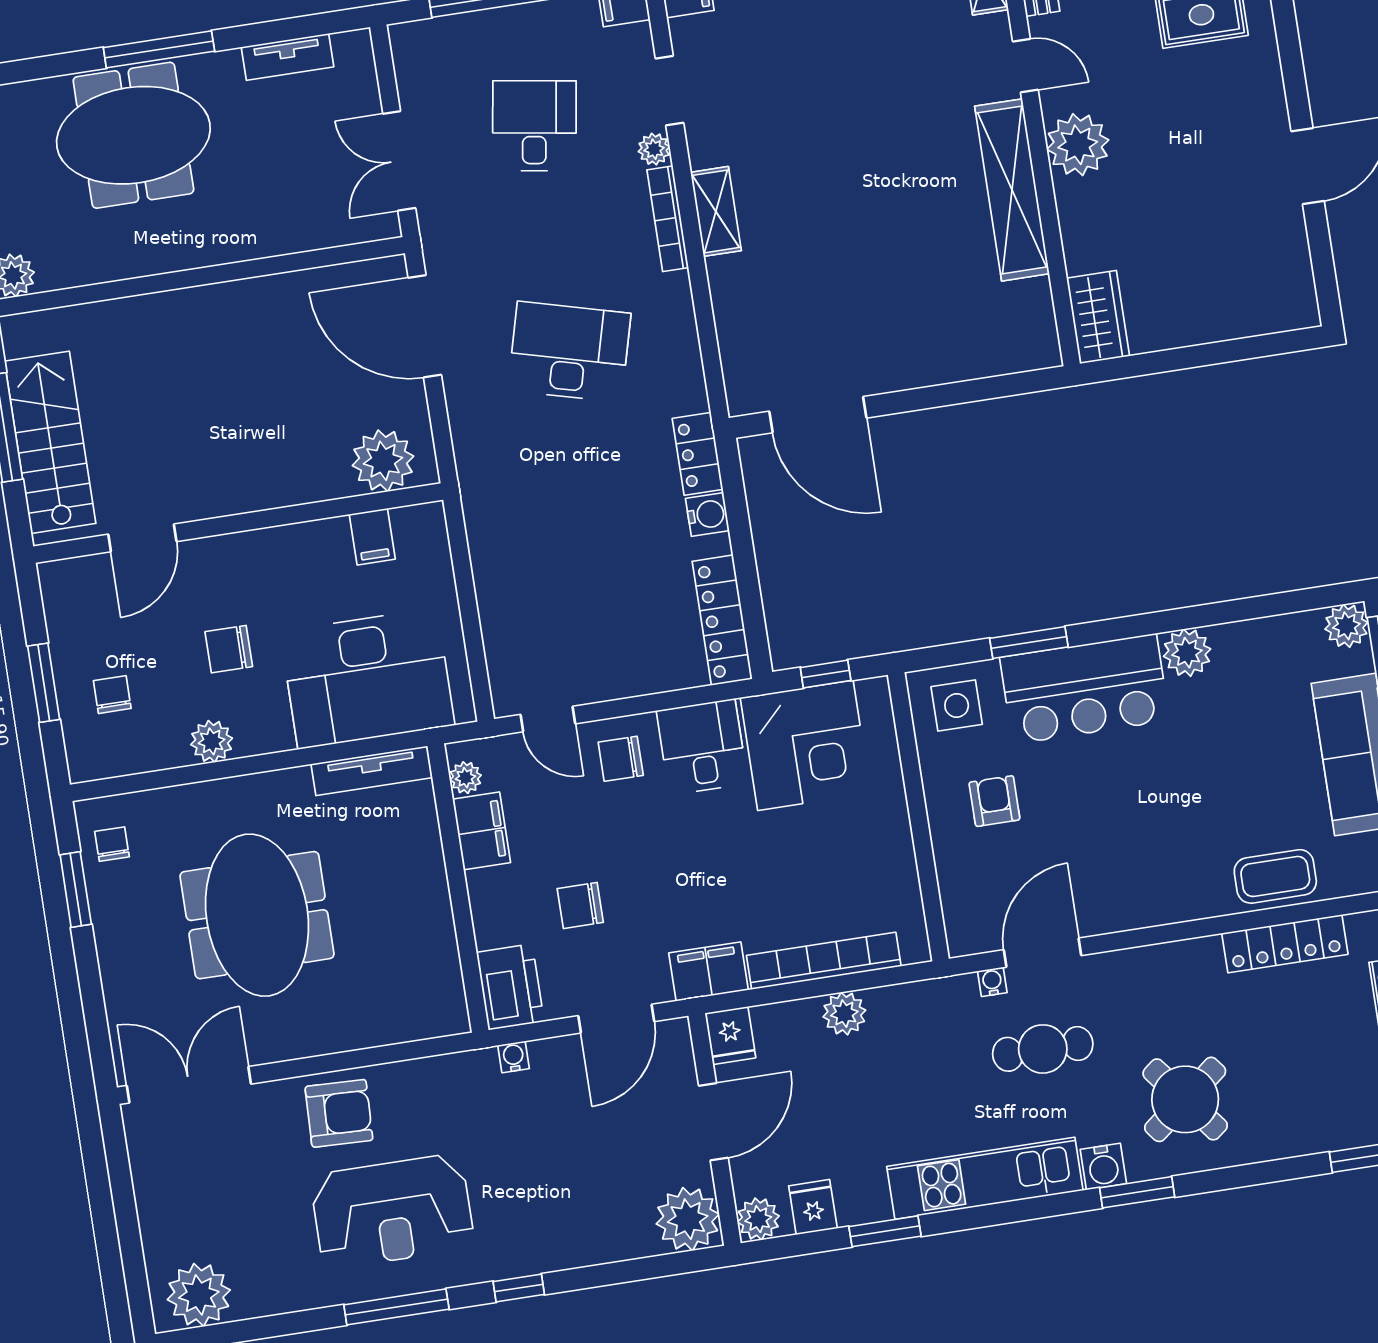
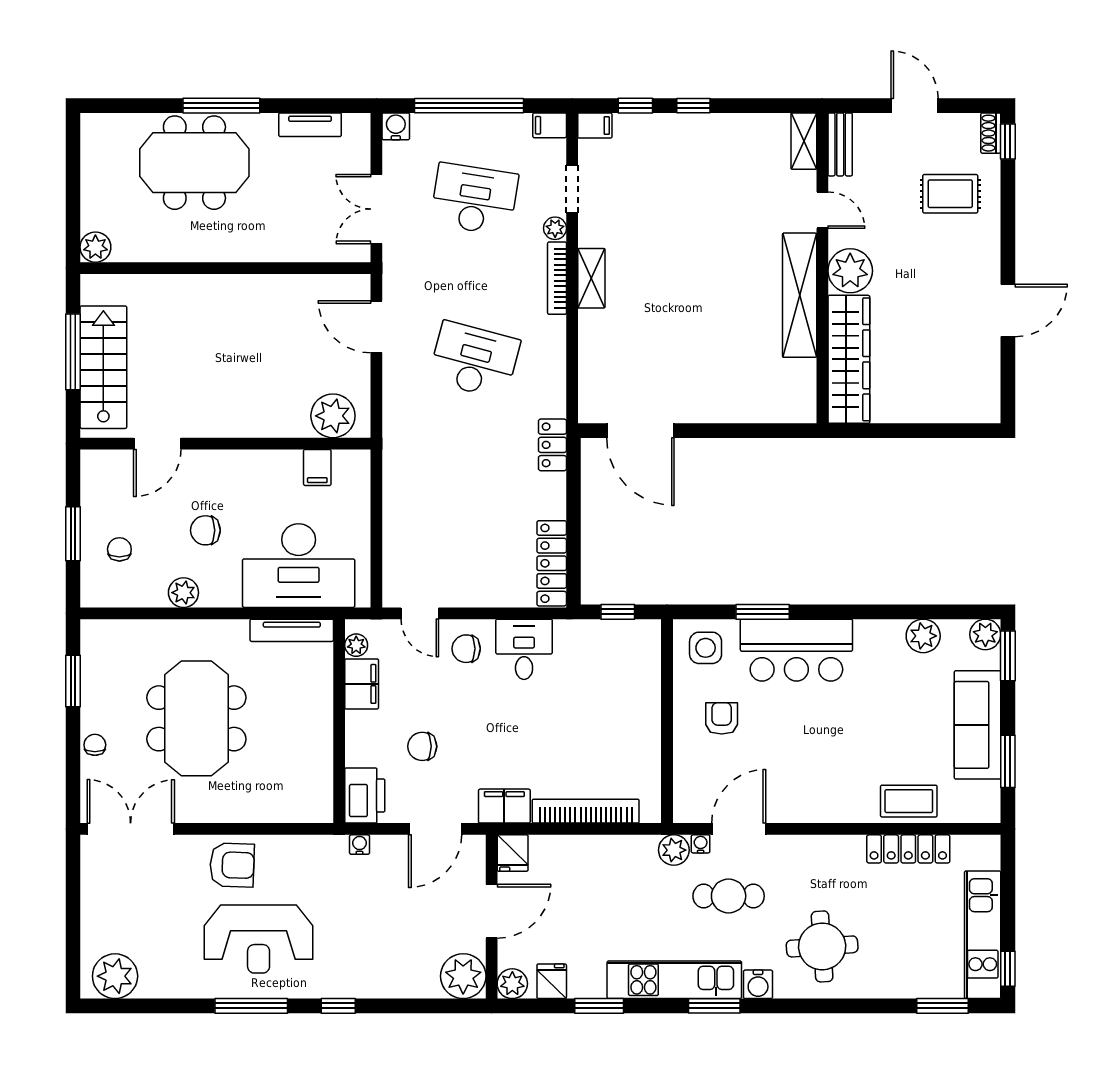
desk: (534, 126) -> (474, 199), width x1.37
wardrobe: (1098, 317) -> (849, 359), width x2.10, depth x1.17
door: (425, 326) -> (376, 327), width x0.73
water cooler: (707, 515) -> (396, 126), moved, turned -90
plant: (1187, 653) -> (923, 636), moved
corner desk: (805, 745) -> (596, 659), removed
chair: (112, 844) -> (95, 745), moved
plant: (844, 1014) -> (674, 850), moved
round table: (1185, 1099) -> (822, 946), turned 34
window: (1137, 1192) -> (714, 1006), moved

